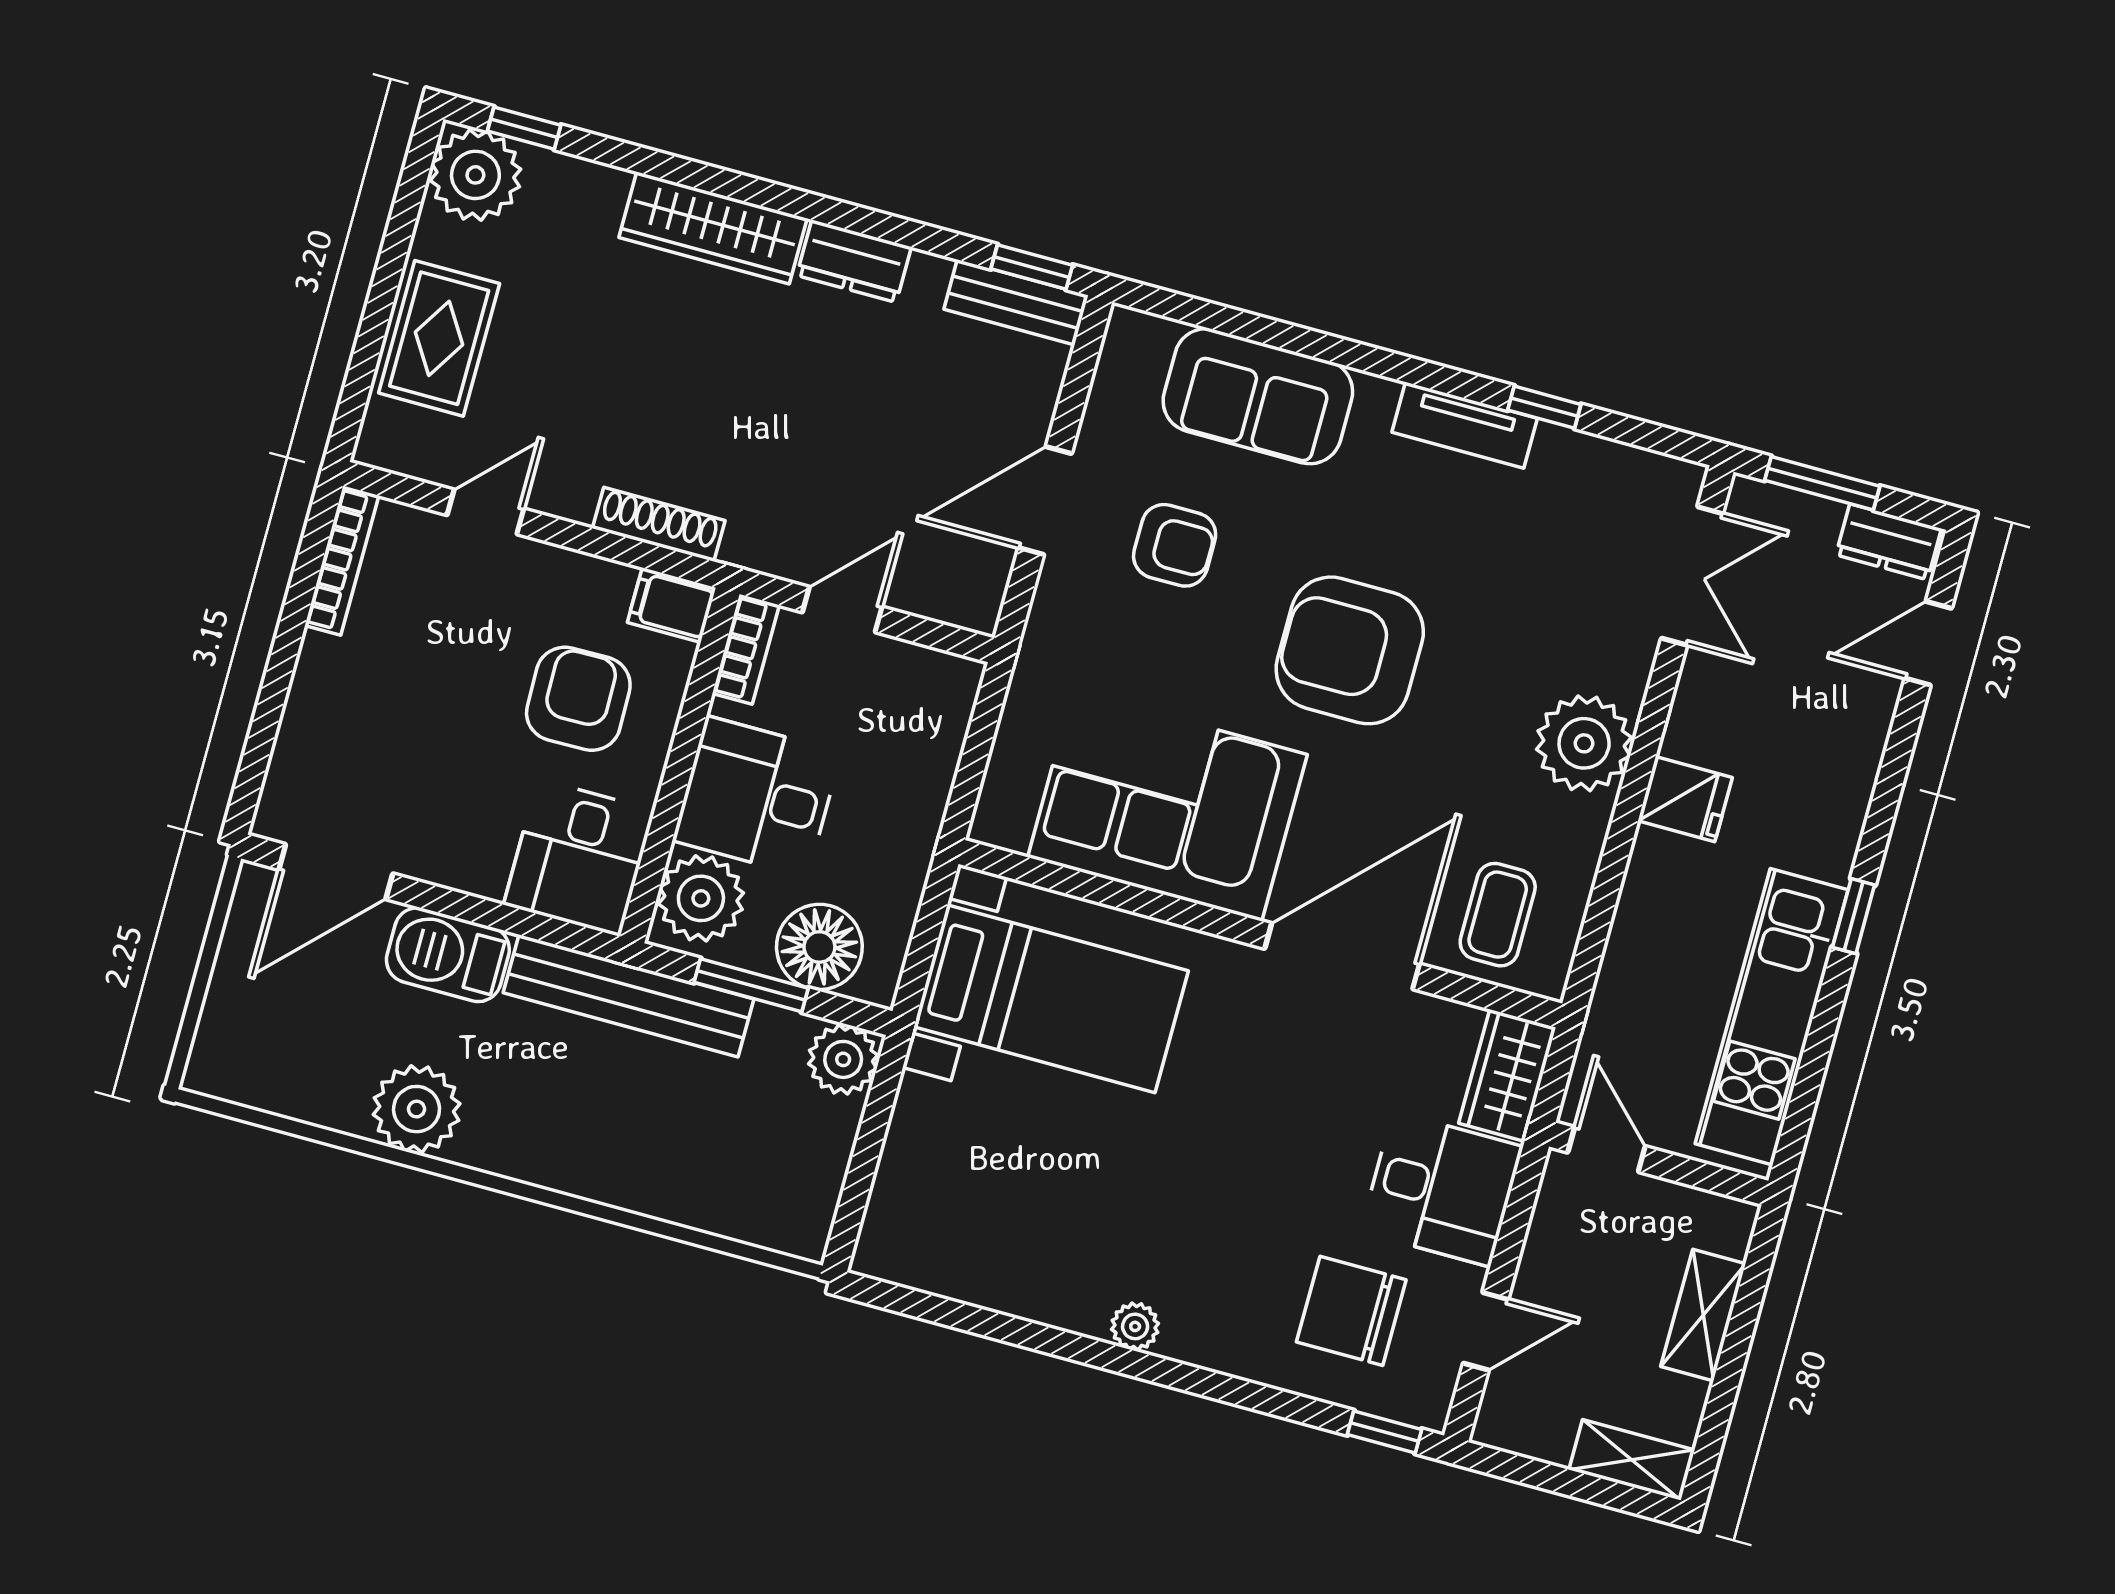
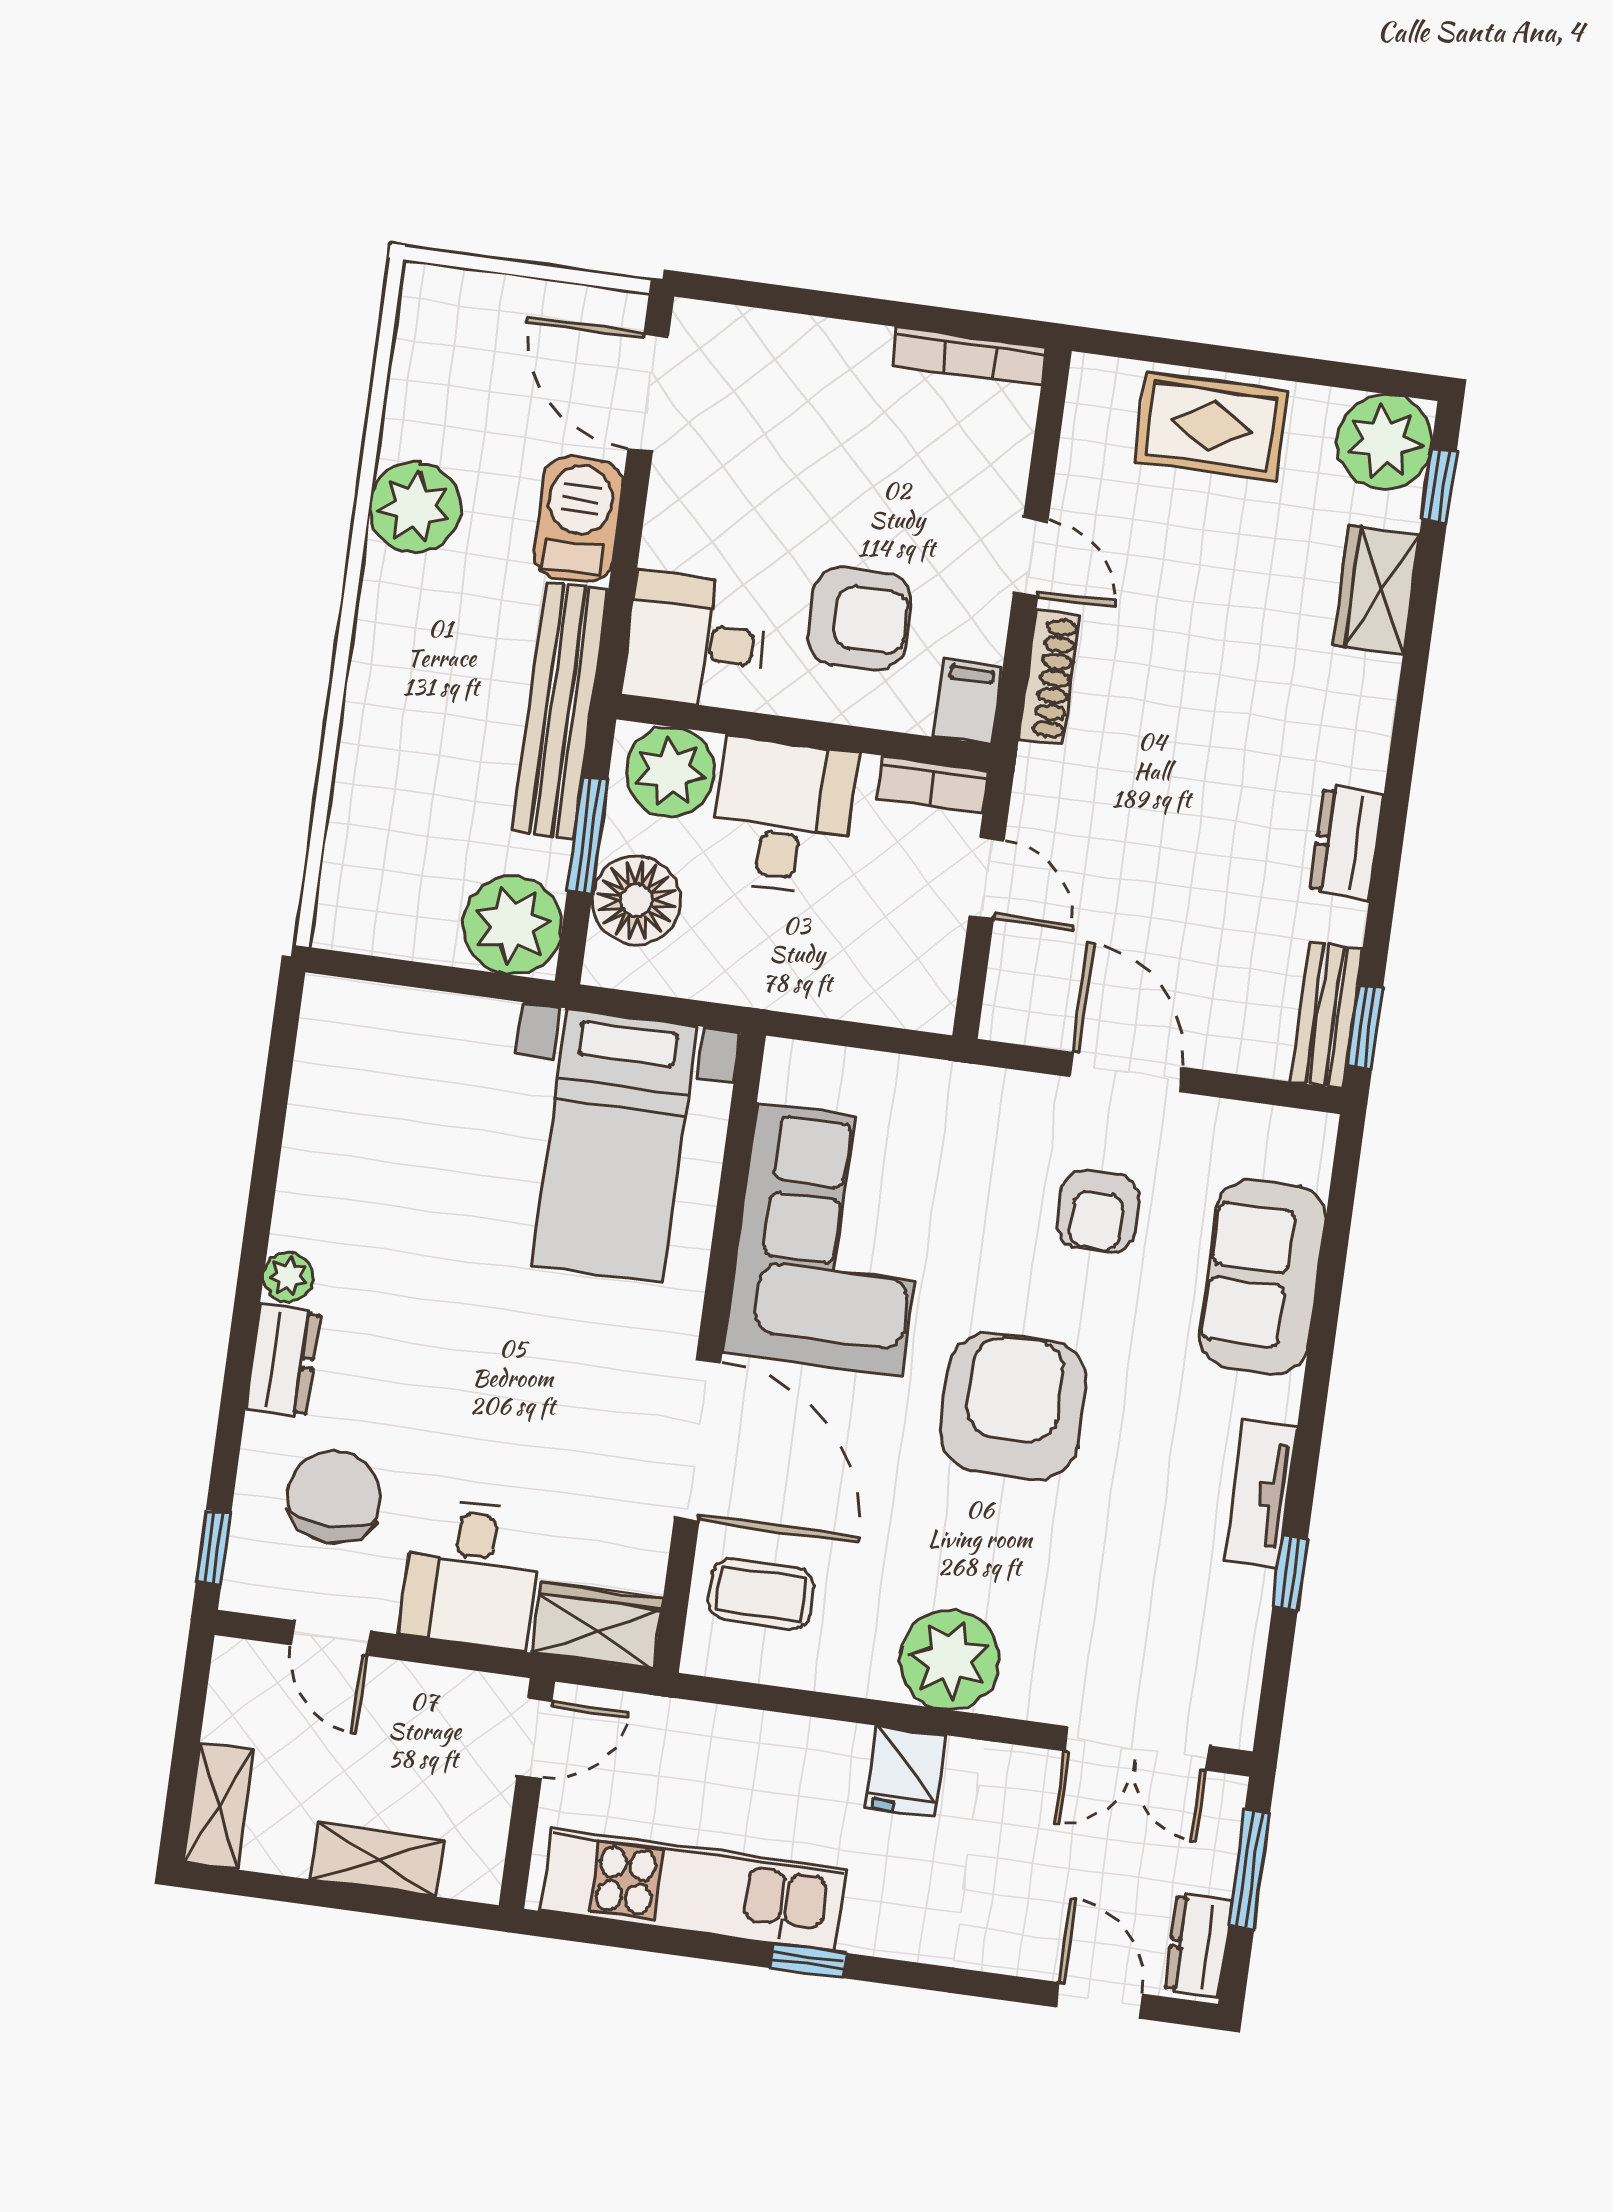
wardrobe: (713, 228) -> (1376, 590), moved, width x0.67
door: (485, 512) -> (1031, 557), moved
plant: (843, 1059) -> (512, 925), width x1.36, depth x1.36
dresser: (1214, 1342) -> (283, 1360), added

